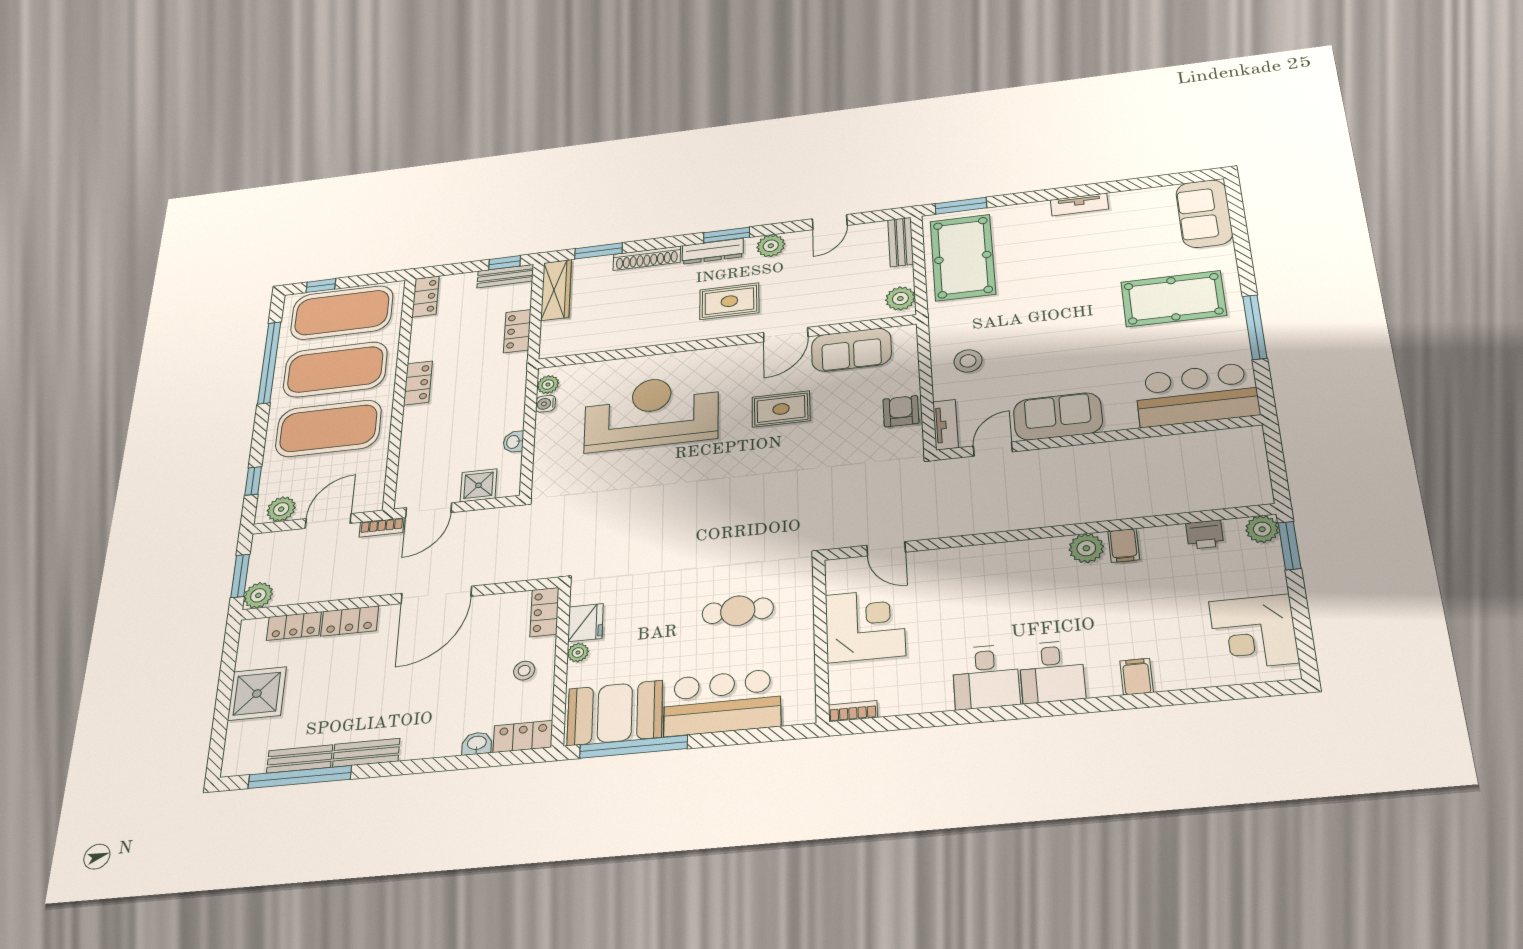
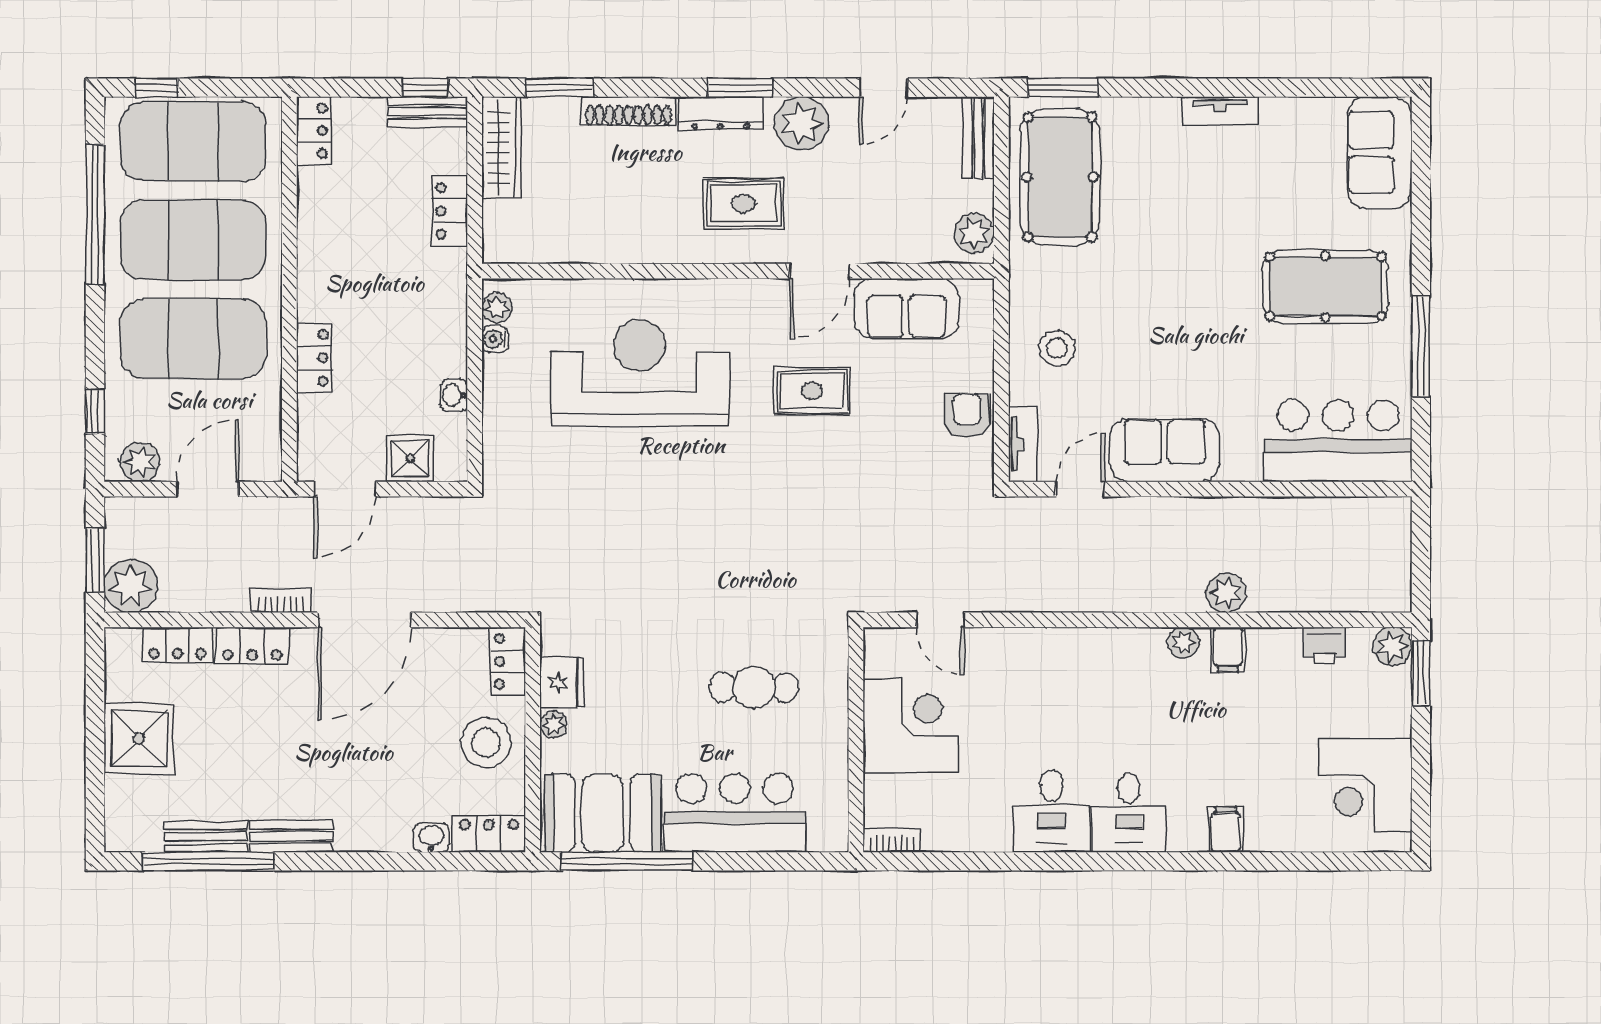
plant: (771, 246) -> (801, 123), width x1.36, depth x1.36
locker: (418, 383) -> (314, 358), moved
plant: (1118, 506) -> (1226, 593), added
bookcase: (382, 527) -> (281, 601), moved, turned 180
plant: (1086, 548) -> (1183, 642), width x0.73, depth x0.73
plant: (258, 595) -> (131, 586), width x1.36, depth x1.36
stool: (524, 671) -> (486, 743), width x1.89, depth x1.89

